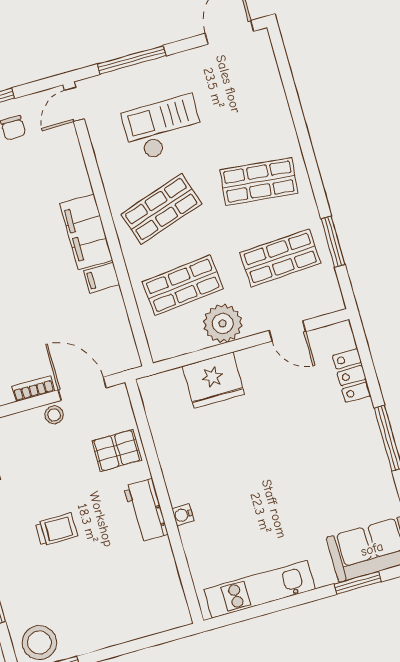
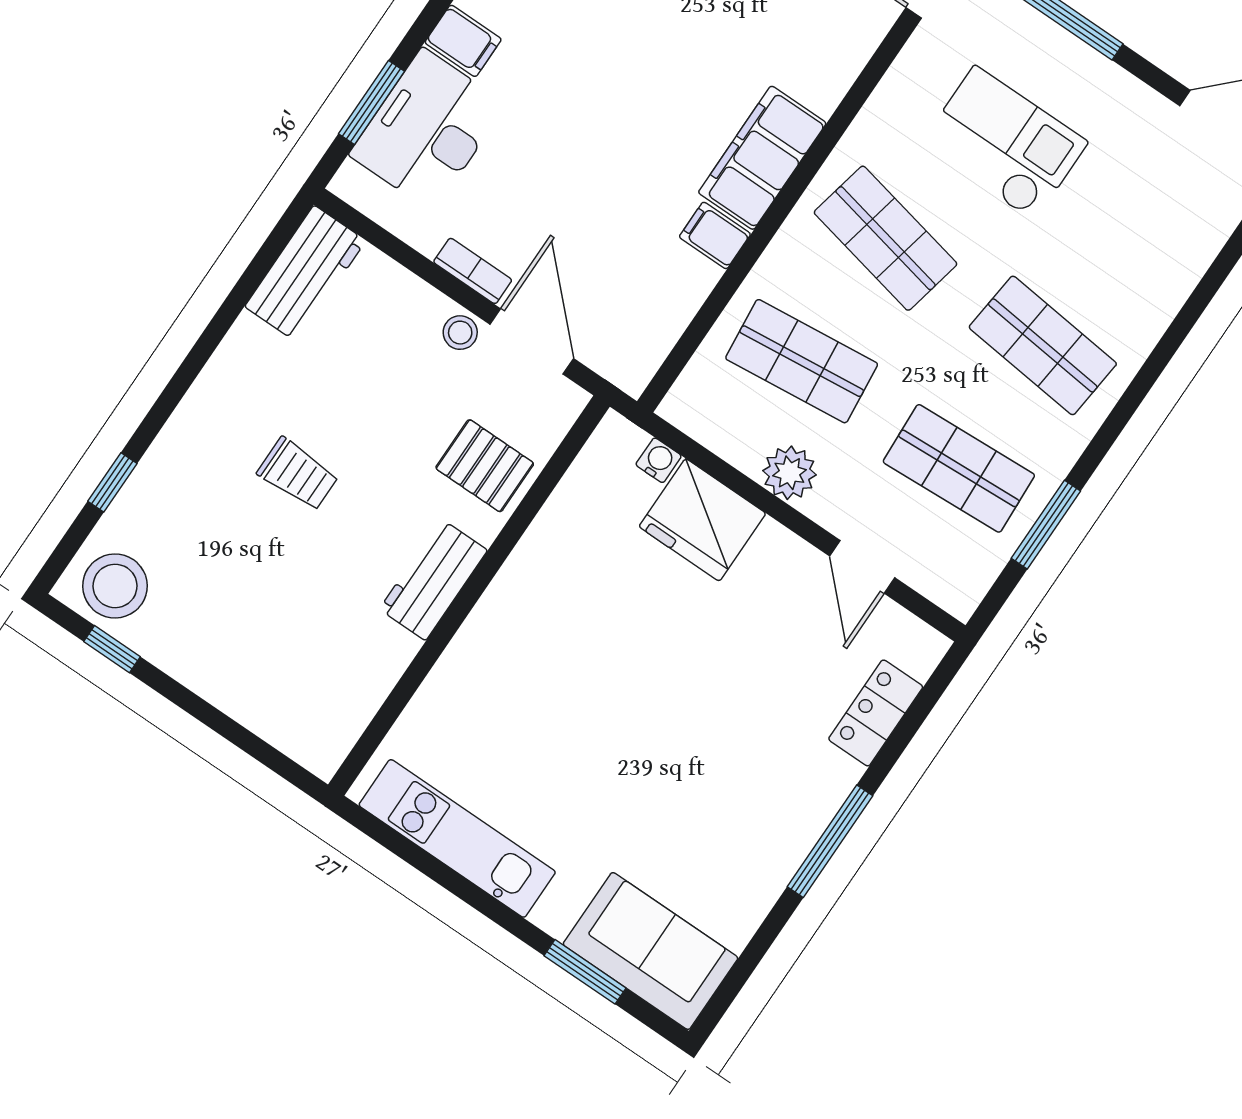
shop shelf: (161, 209) -> (886, 238), turned 30
plant: (223, 323) -> (789, 473), width x0.73, depth x0.73
water cooler: (183, 515) -> (659, 460), moved, turned 90

